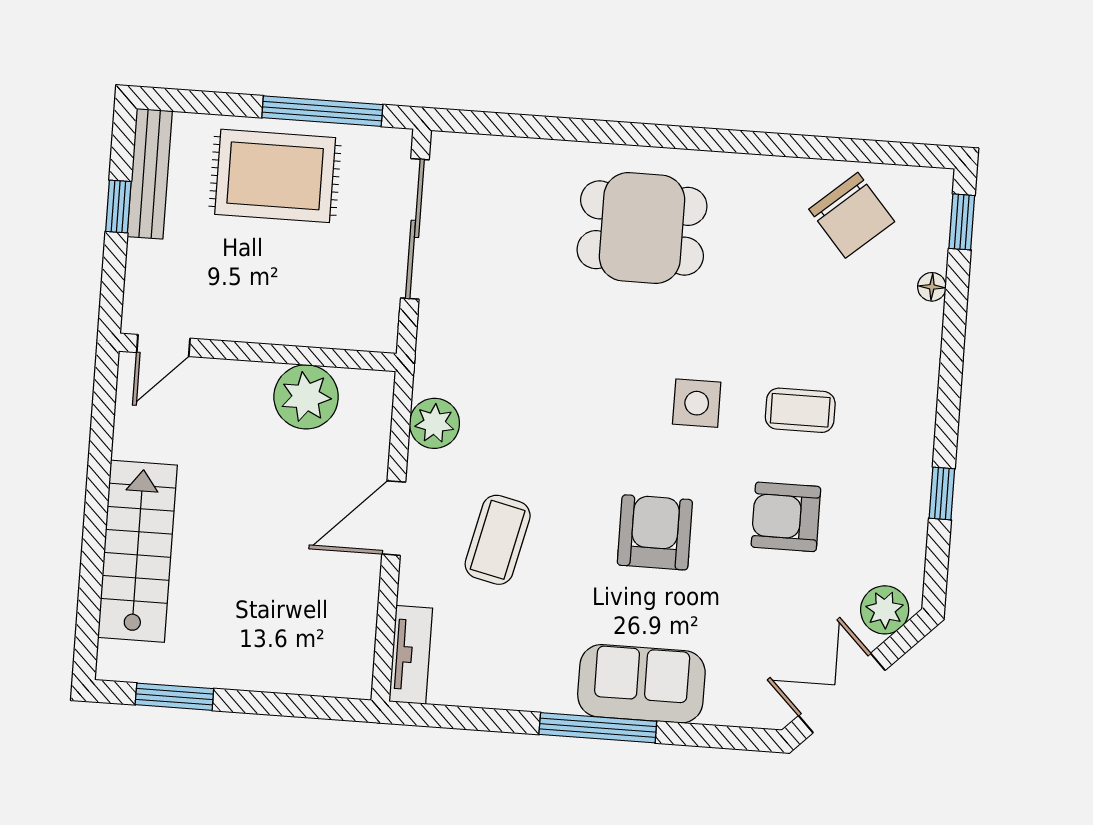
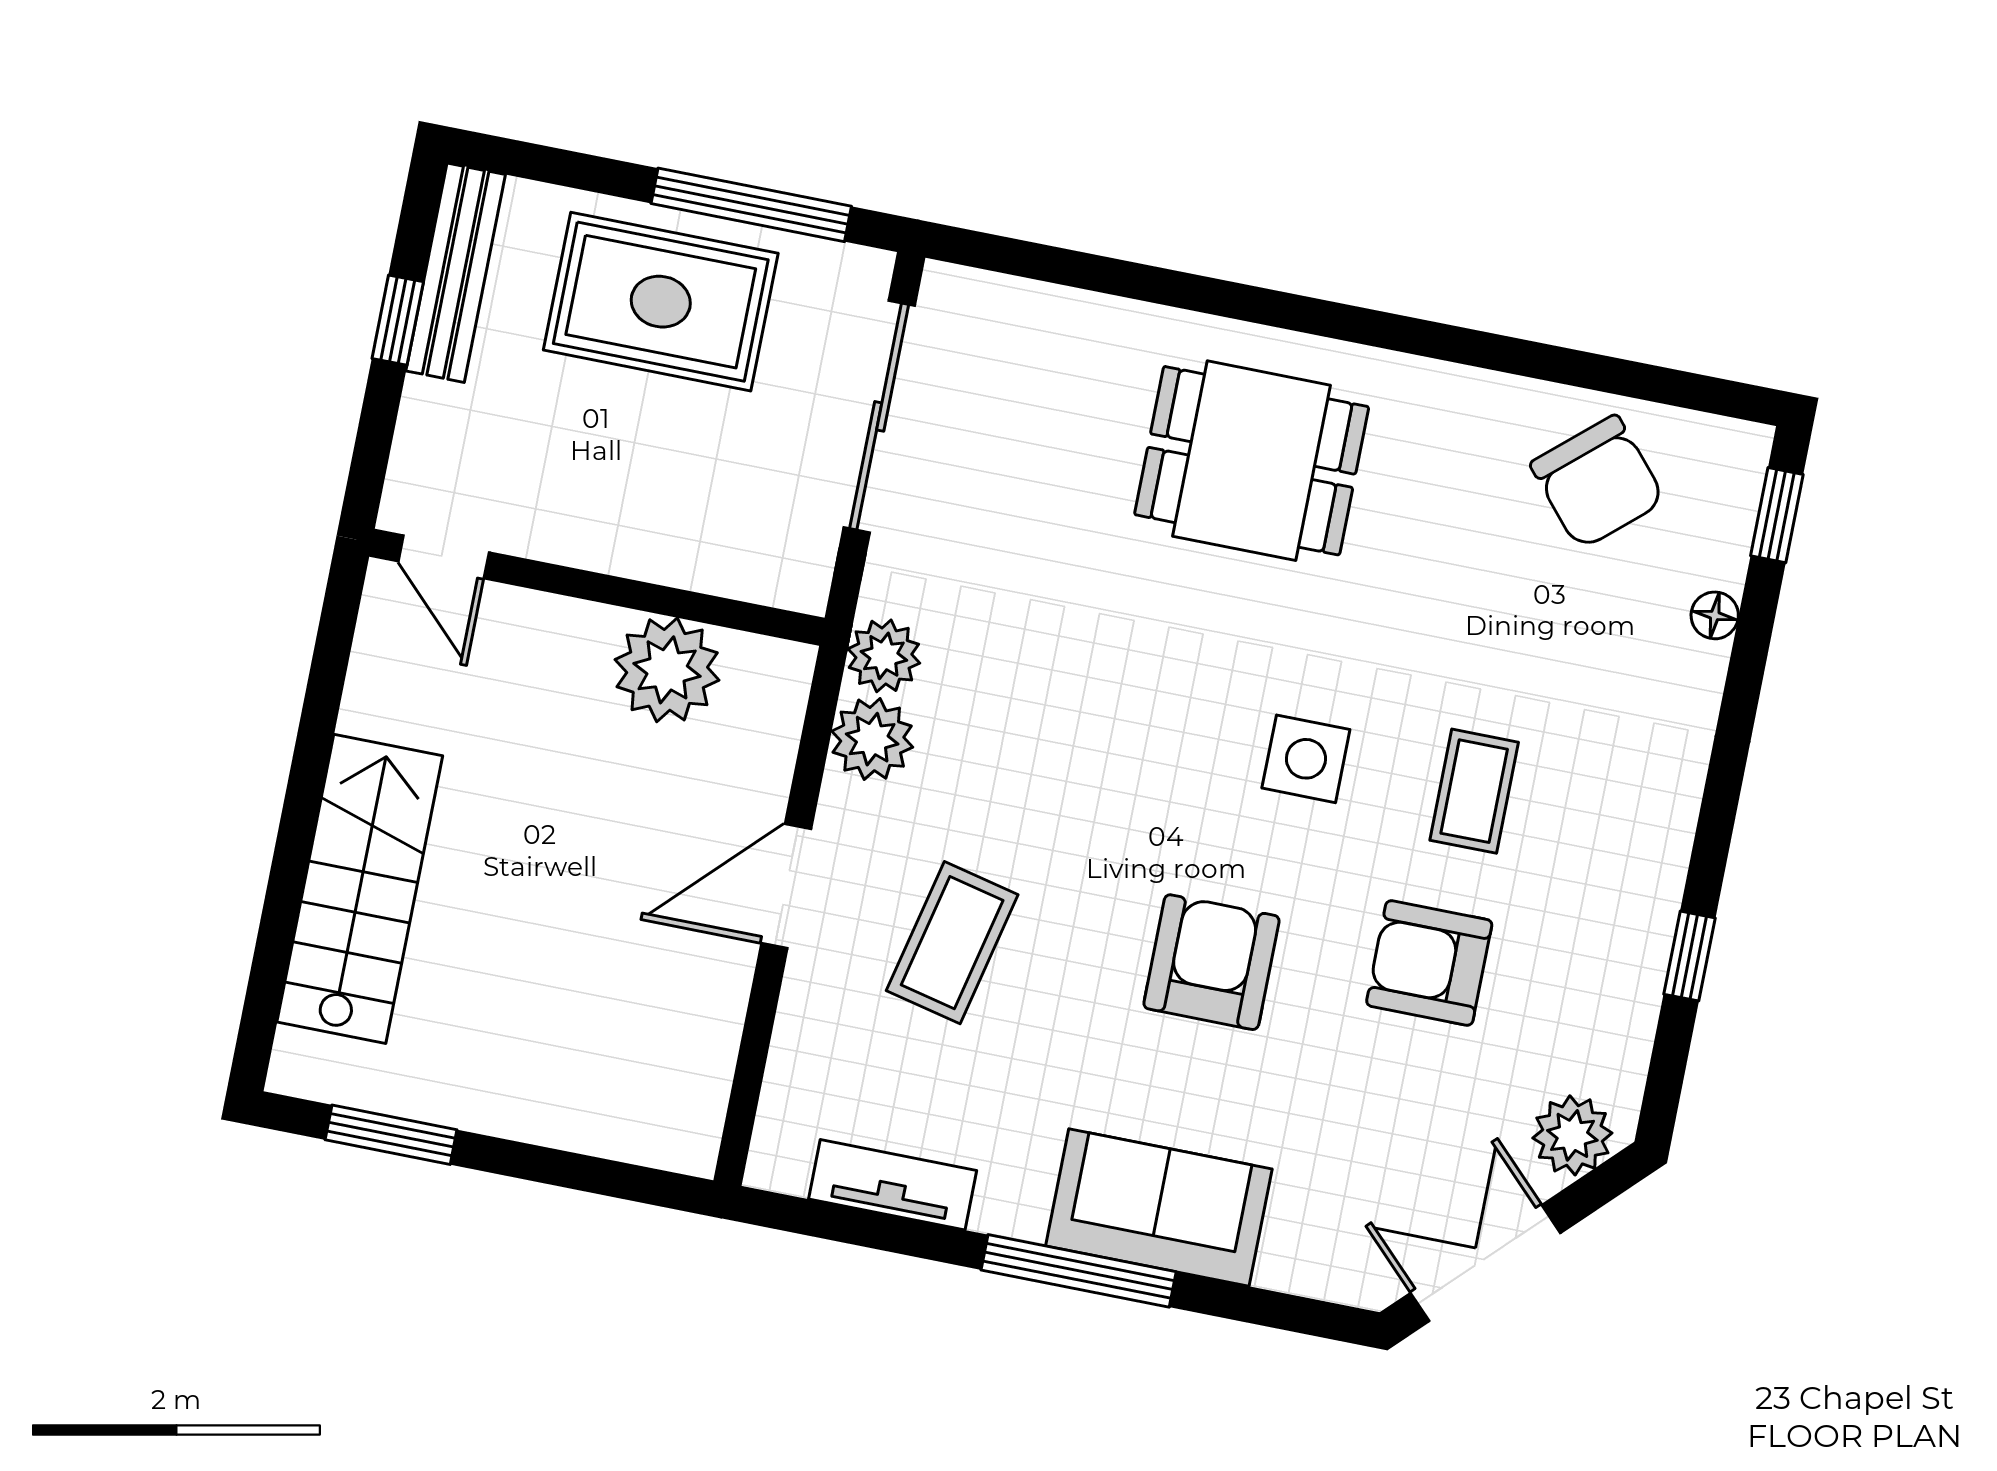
door: (163, 345) -> (444, 557), hinge flipped
plant: (435, 372) -> (884, 656), added
coffee table: (800, 410) -> (1474, 791), turned 90
tv unit: (411, 655) -> (893, 1185), moved, turned -90

